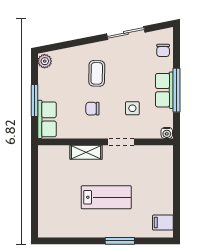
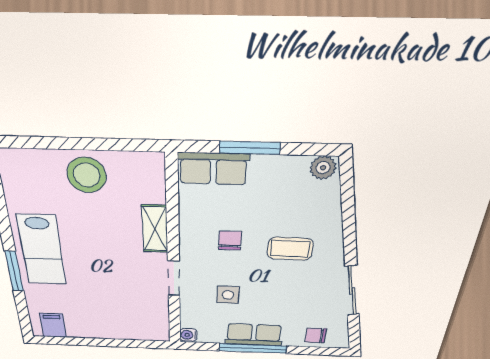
stool: (53, 189) -> (87, 175), added
lab bench: (106, 197) -> (42, 250), moved

